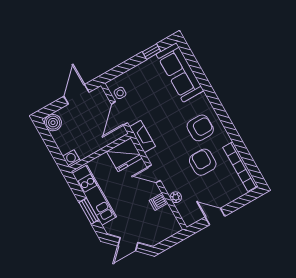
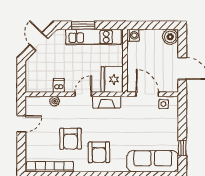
fireplace: (142, 136) -> (107, 102), moved
armchair: (203, 162) -> (70, 139), turned 90

